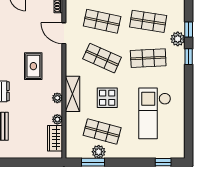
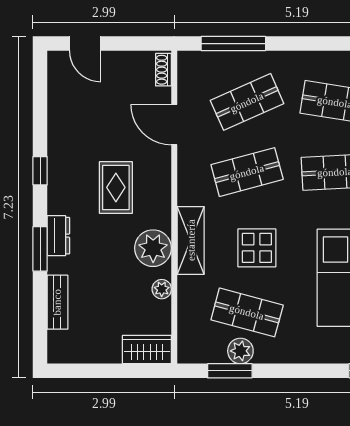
shop shelf: (102, 21) -> (247, 102), turned -36
shop shelf: (102, 58) -> (247, 172), turned -39
plant: (57, 98) -> (153, 248), width x1.87, depth x1.87
wardrobe: (55, 138) -> (147, 350), moved, turned 90

